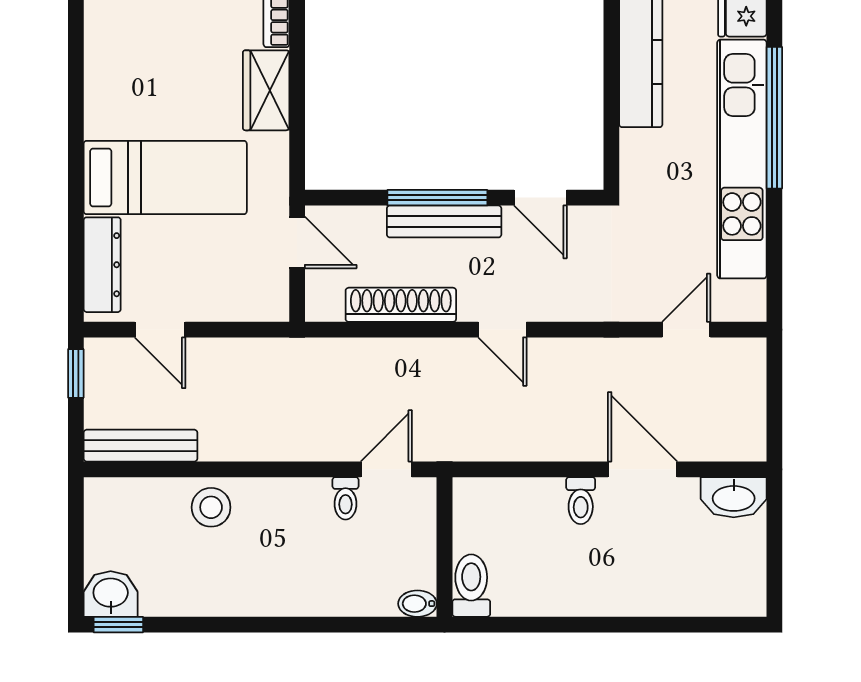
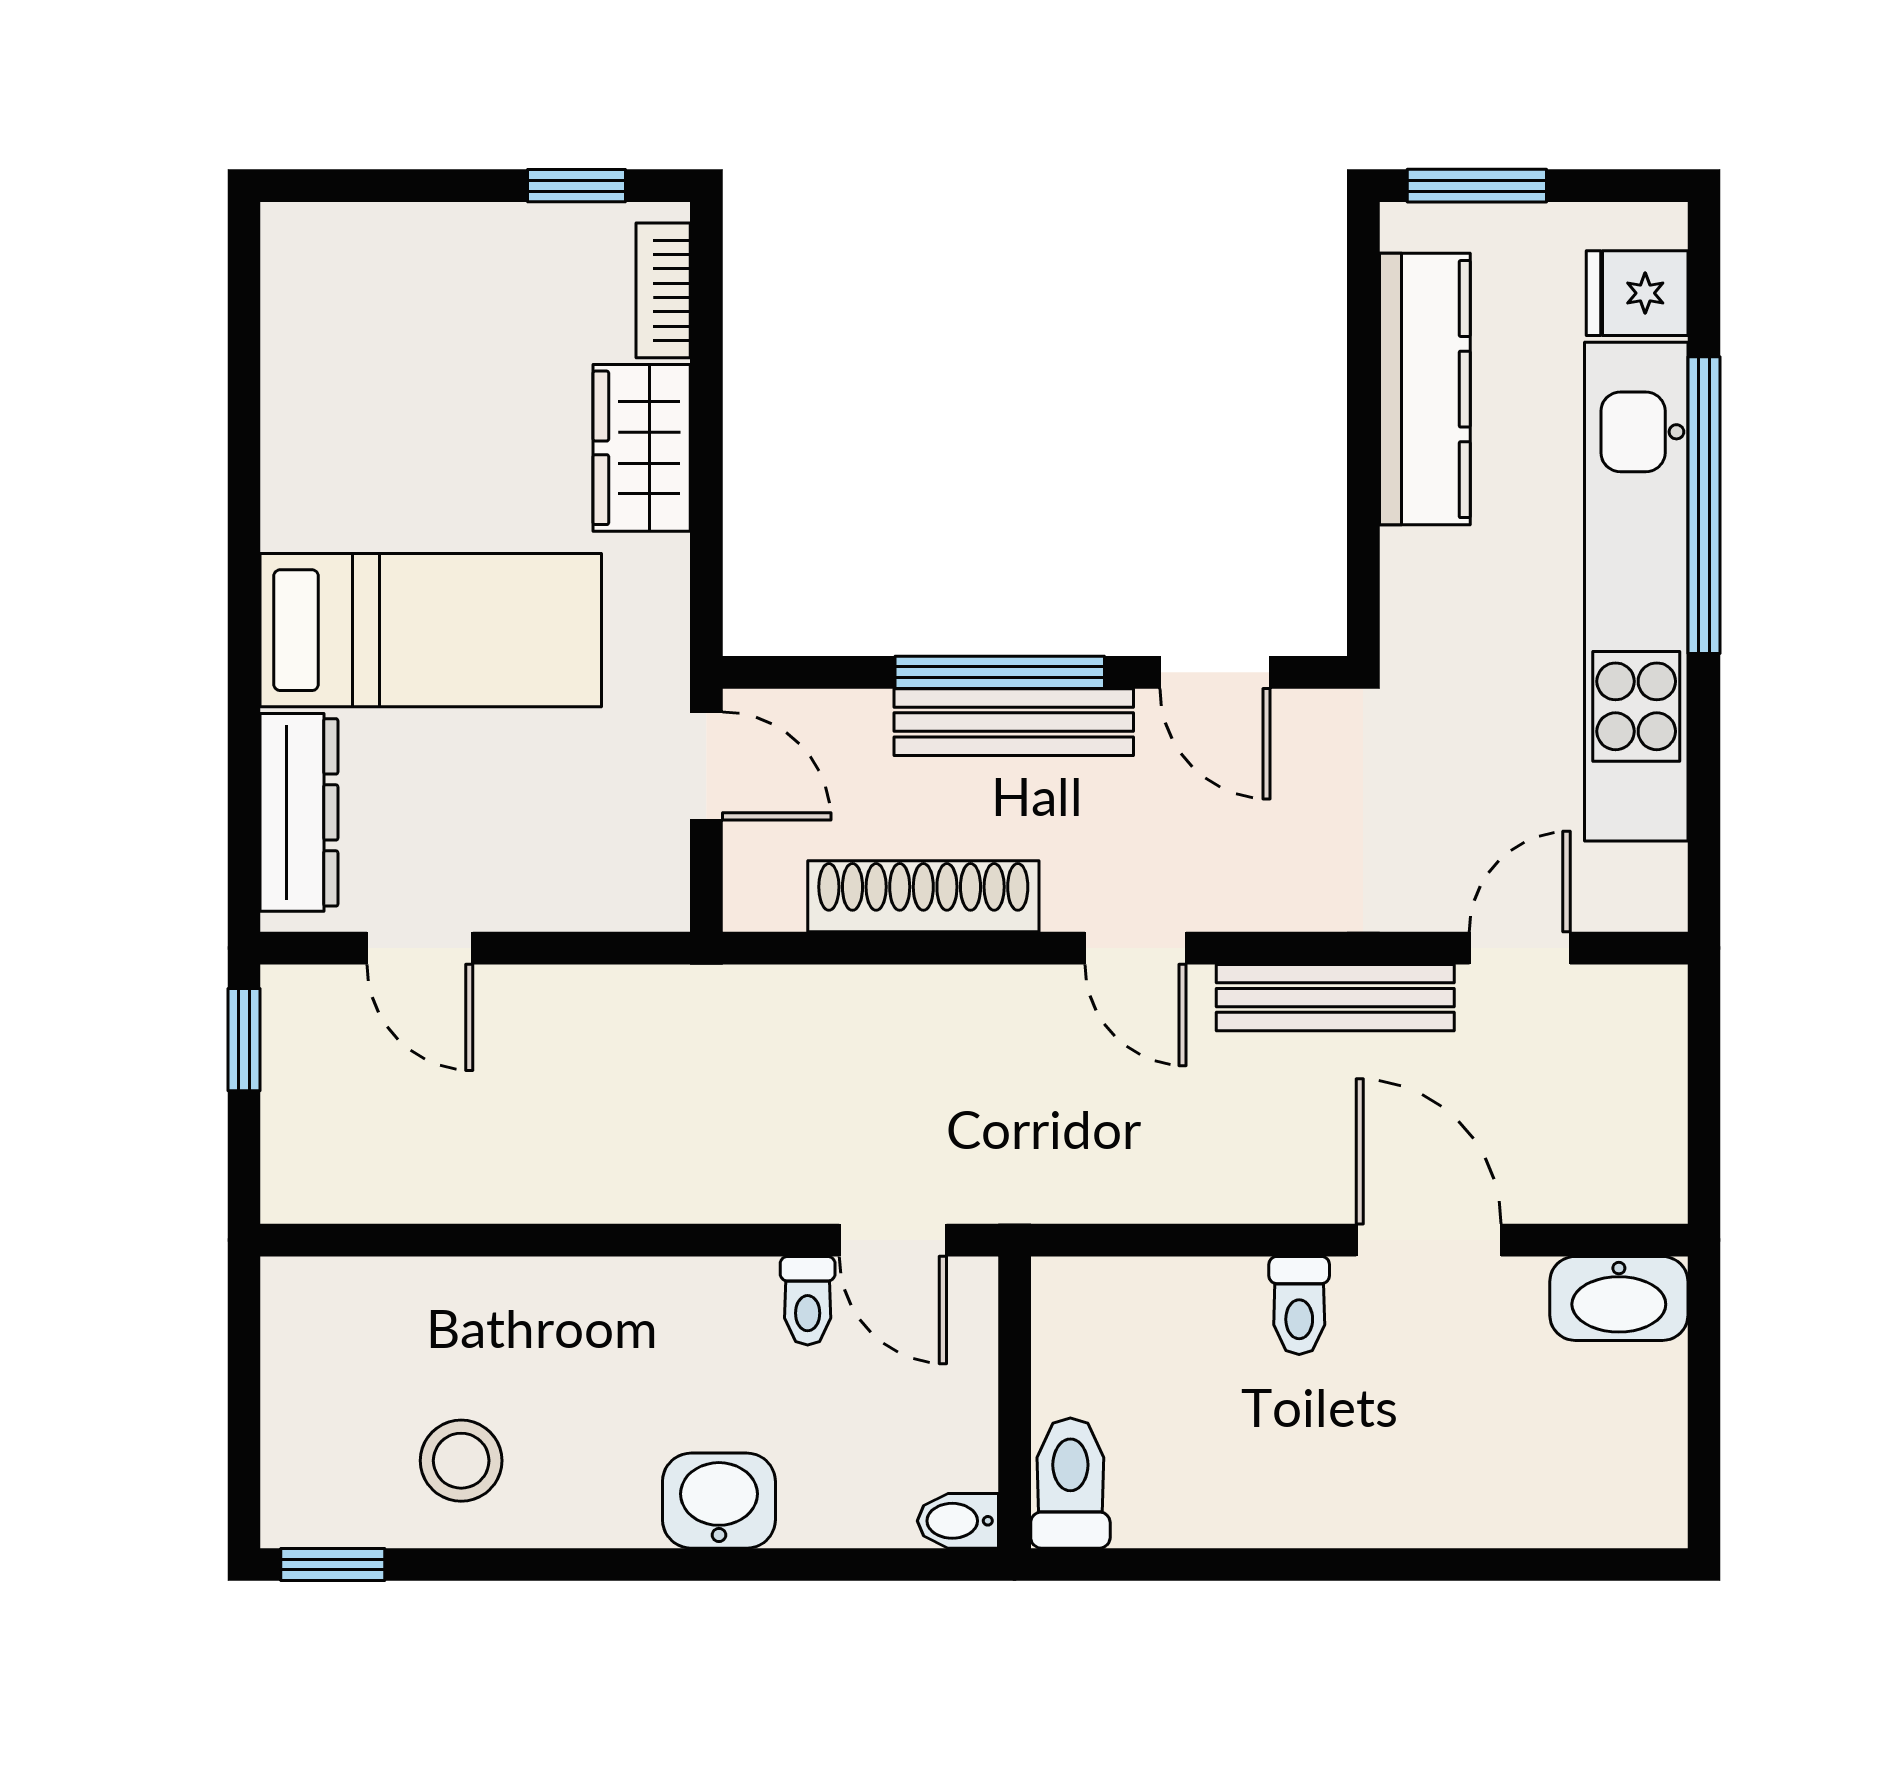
bench: (140, 446) -> (1335, 998), moved
door: (386, 469) -> (893, 1240), swing flipped
stool: (211, 507) -> (461, 1461), moved
washbasin: (111, 594) -> (719, 1501), moved

